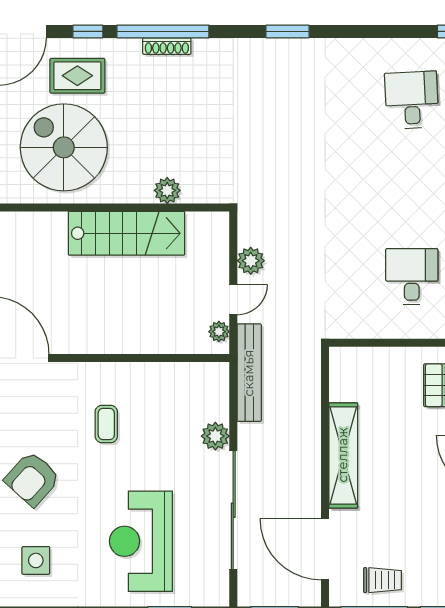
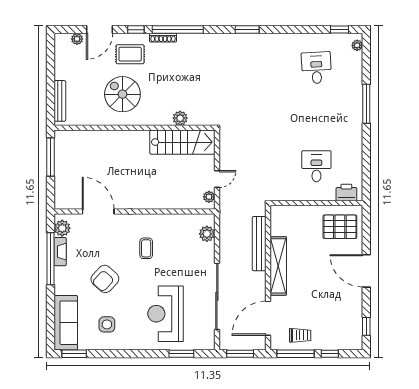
shoe rack: (167, 46) -> (163, 38), moved
spiral stairs: (64, 147) -> (122, 94), width x0.73, depth x0.73
stairs: (127, 233) -> (182, 142), moved
plant: (251, 261) -> (227, 157), removed
bench: (249, 373) -> (259, 244), moved
plant: (215, 436) -> (207, 234), moved
door: (325, 549) -> (268, 318), hinge flipped

